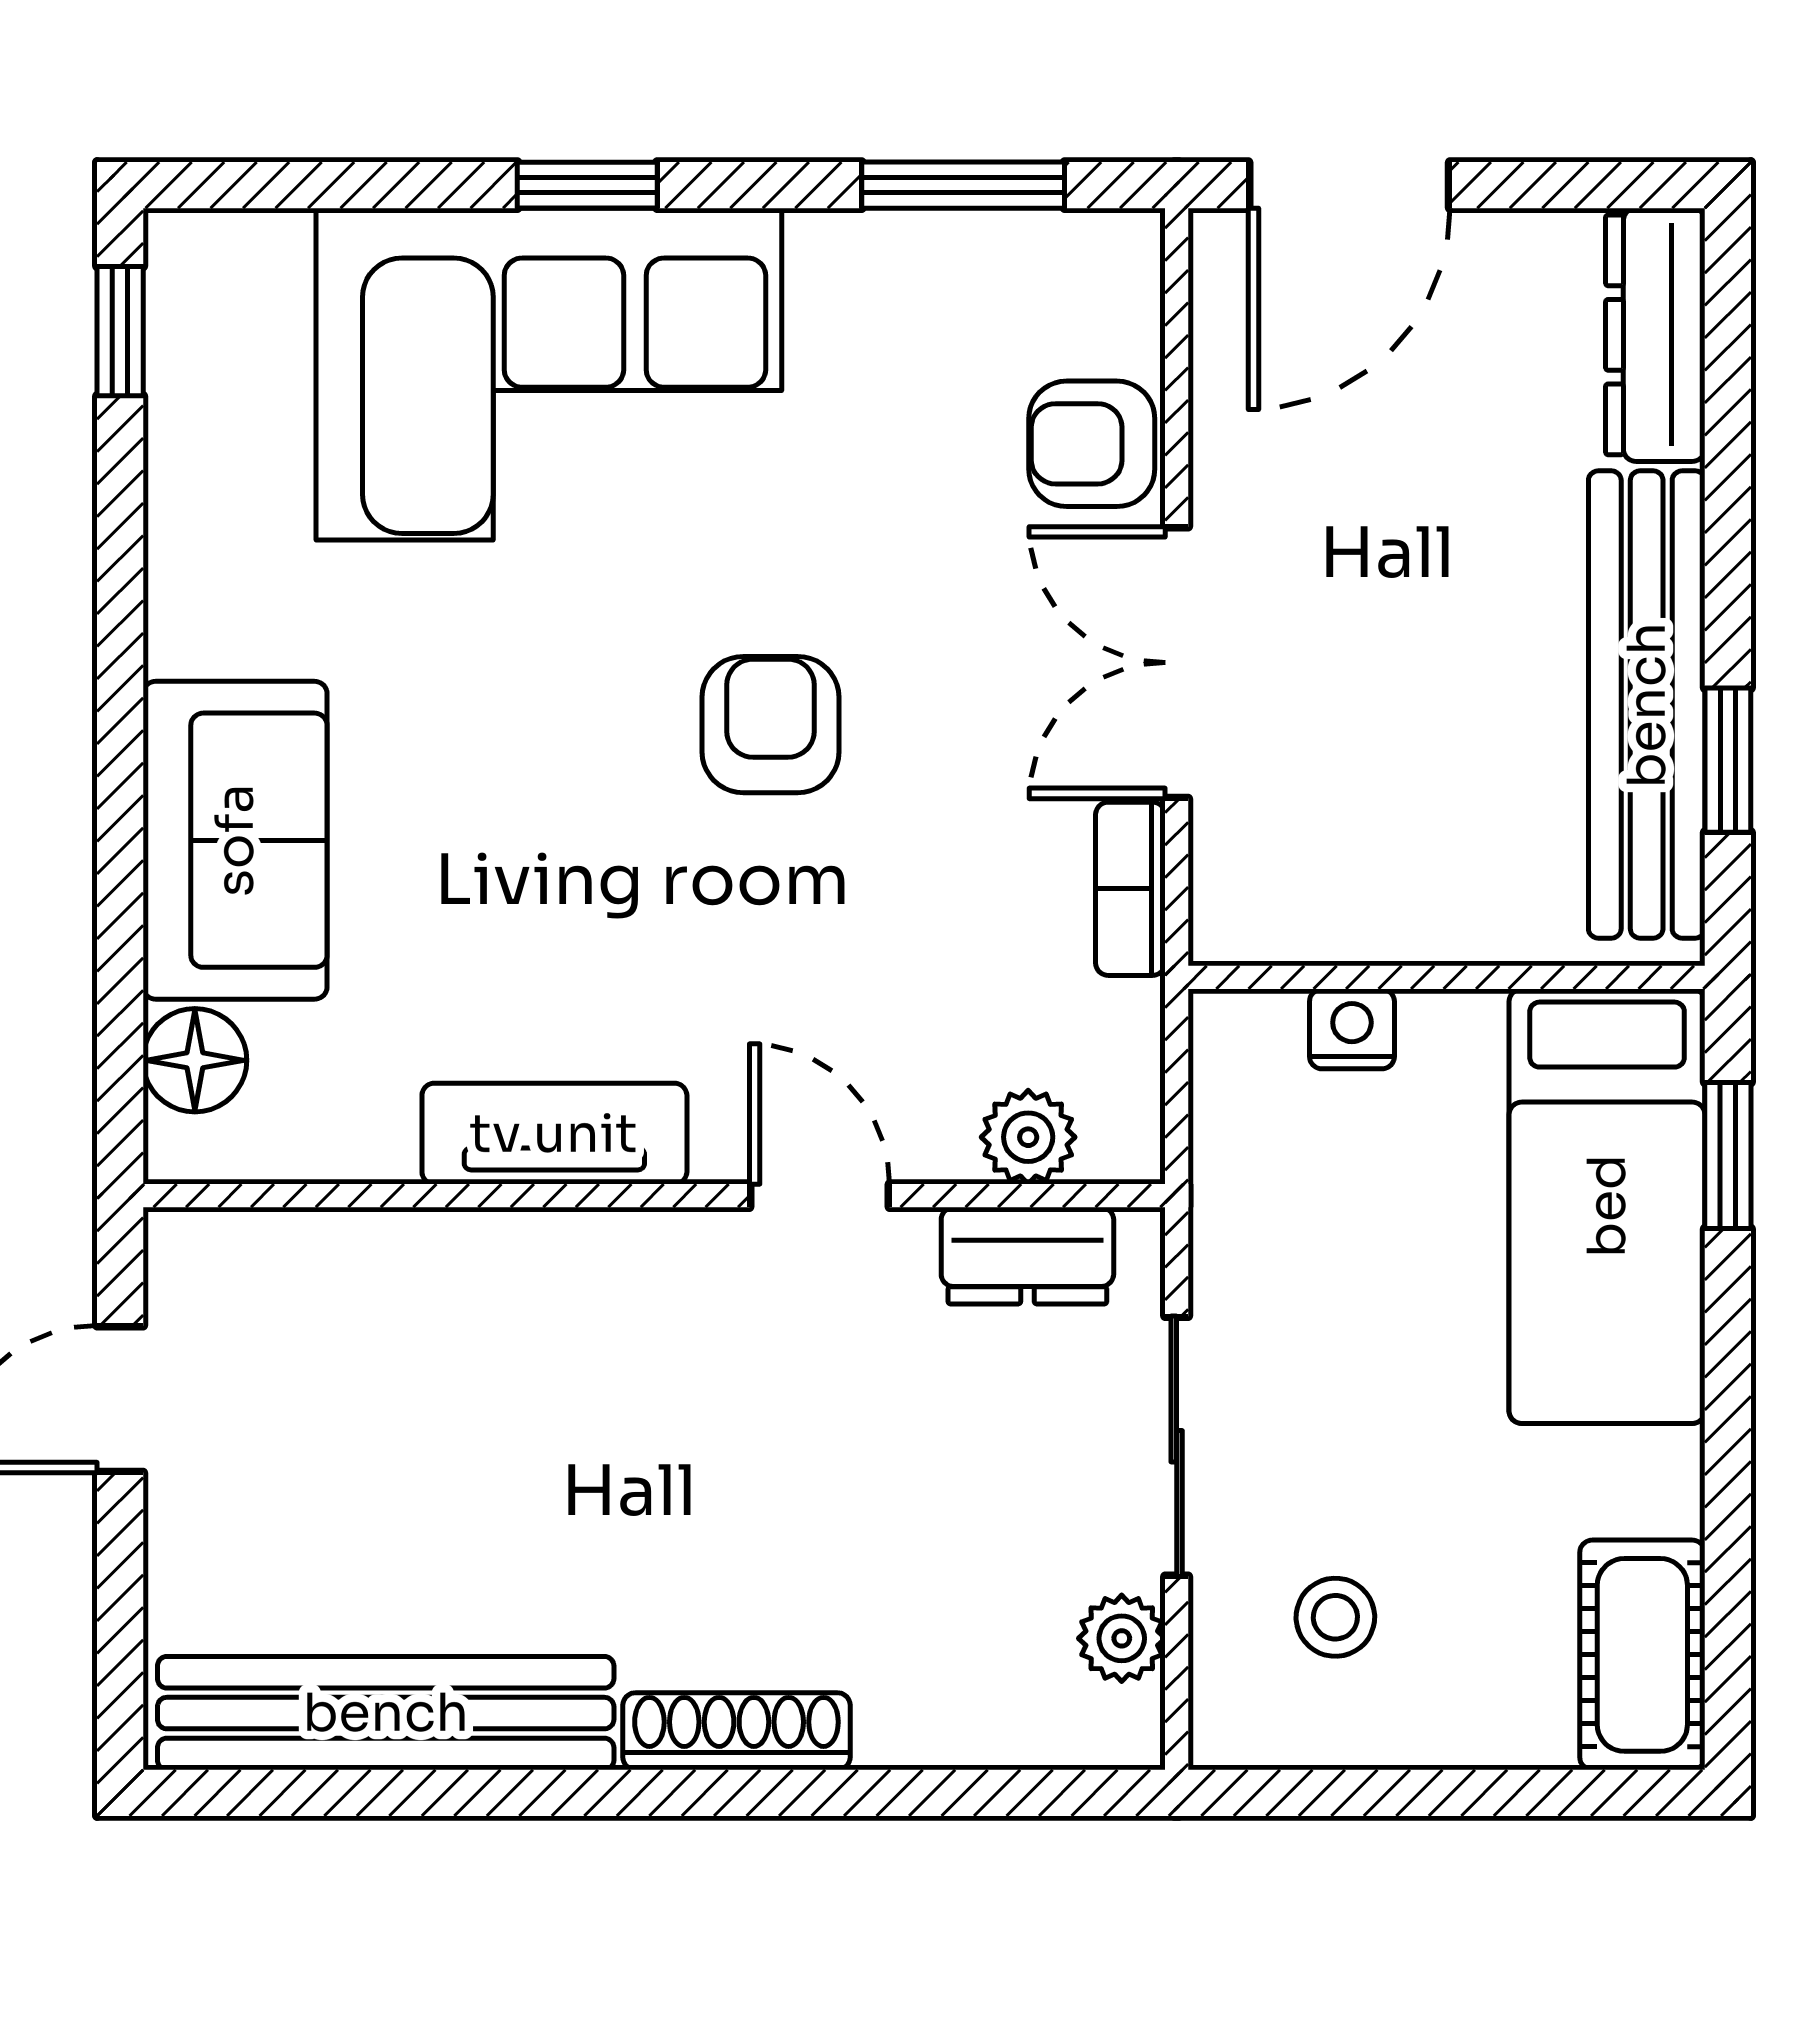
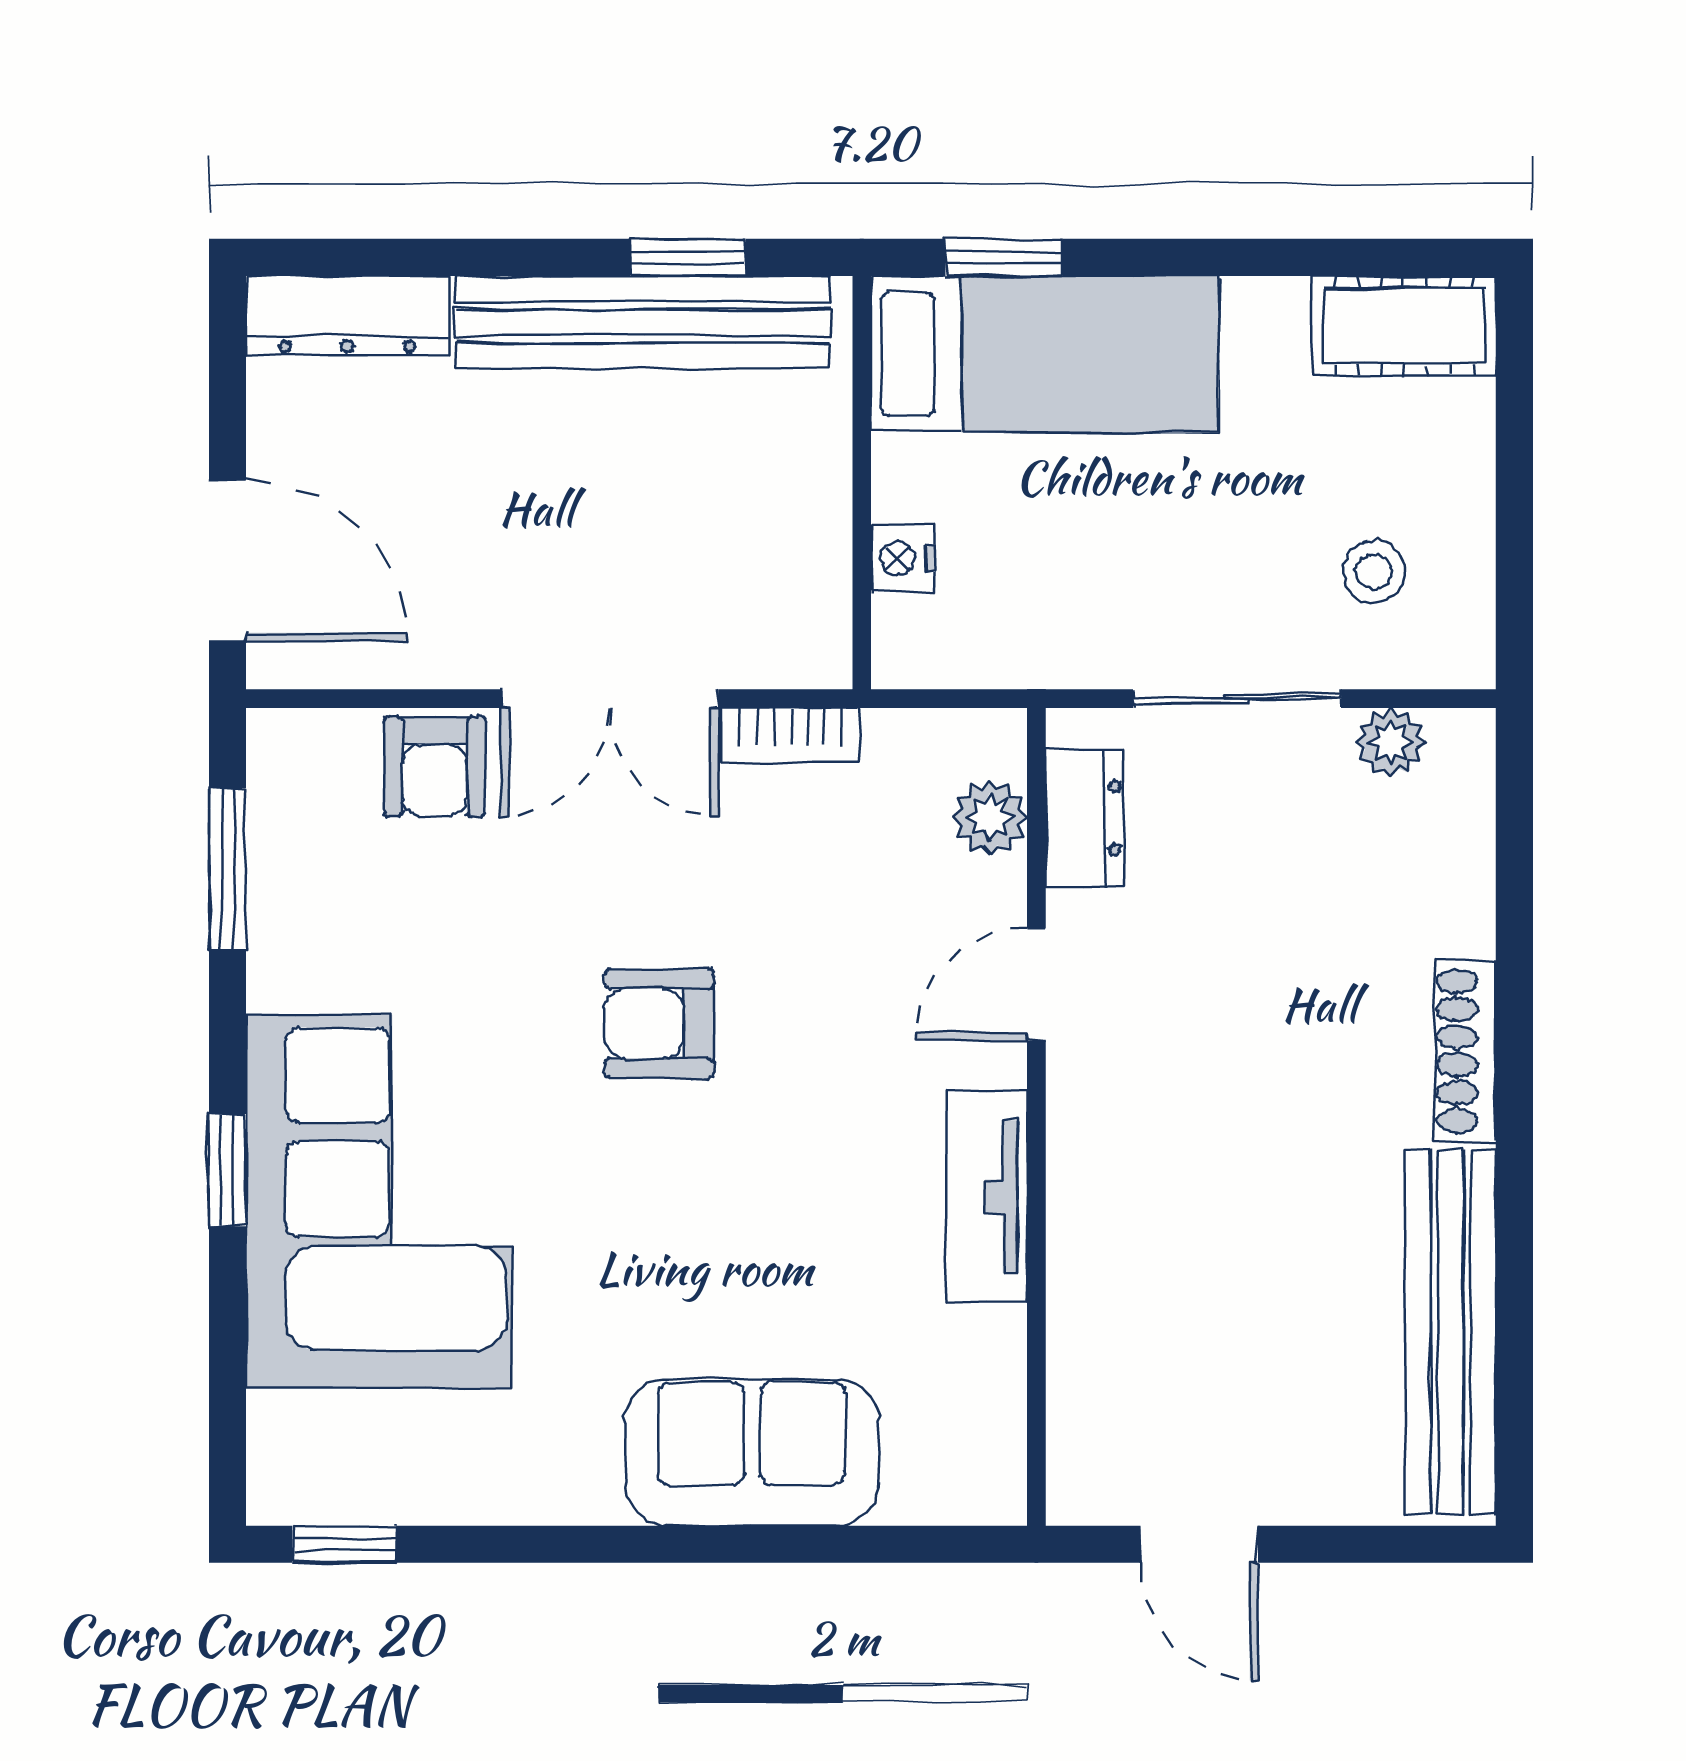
floor lamp: (195, 1060) -> (928, 1484), removed

